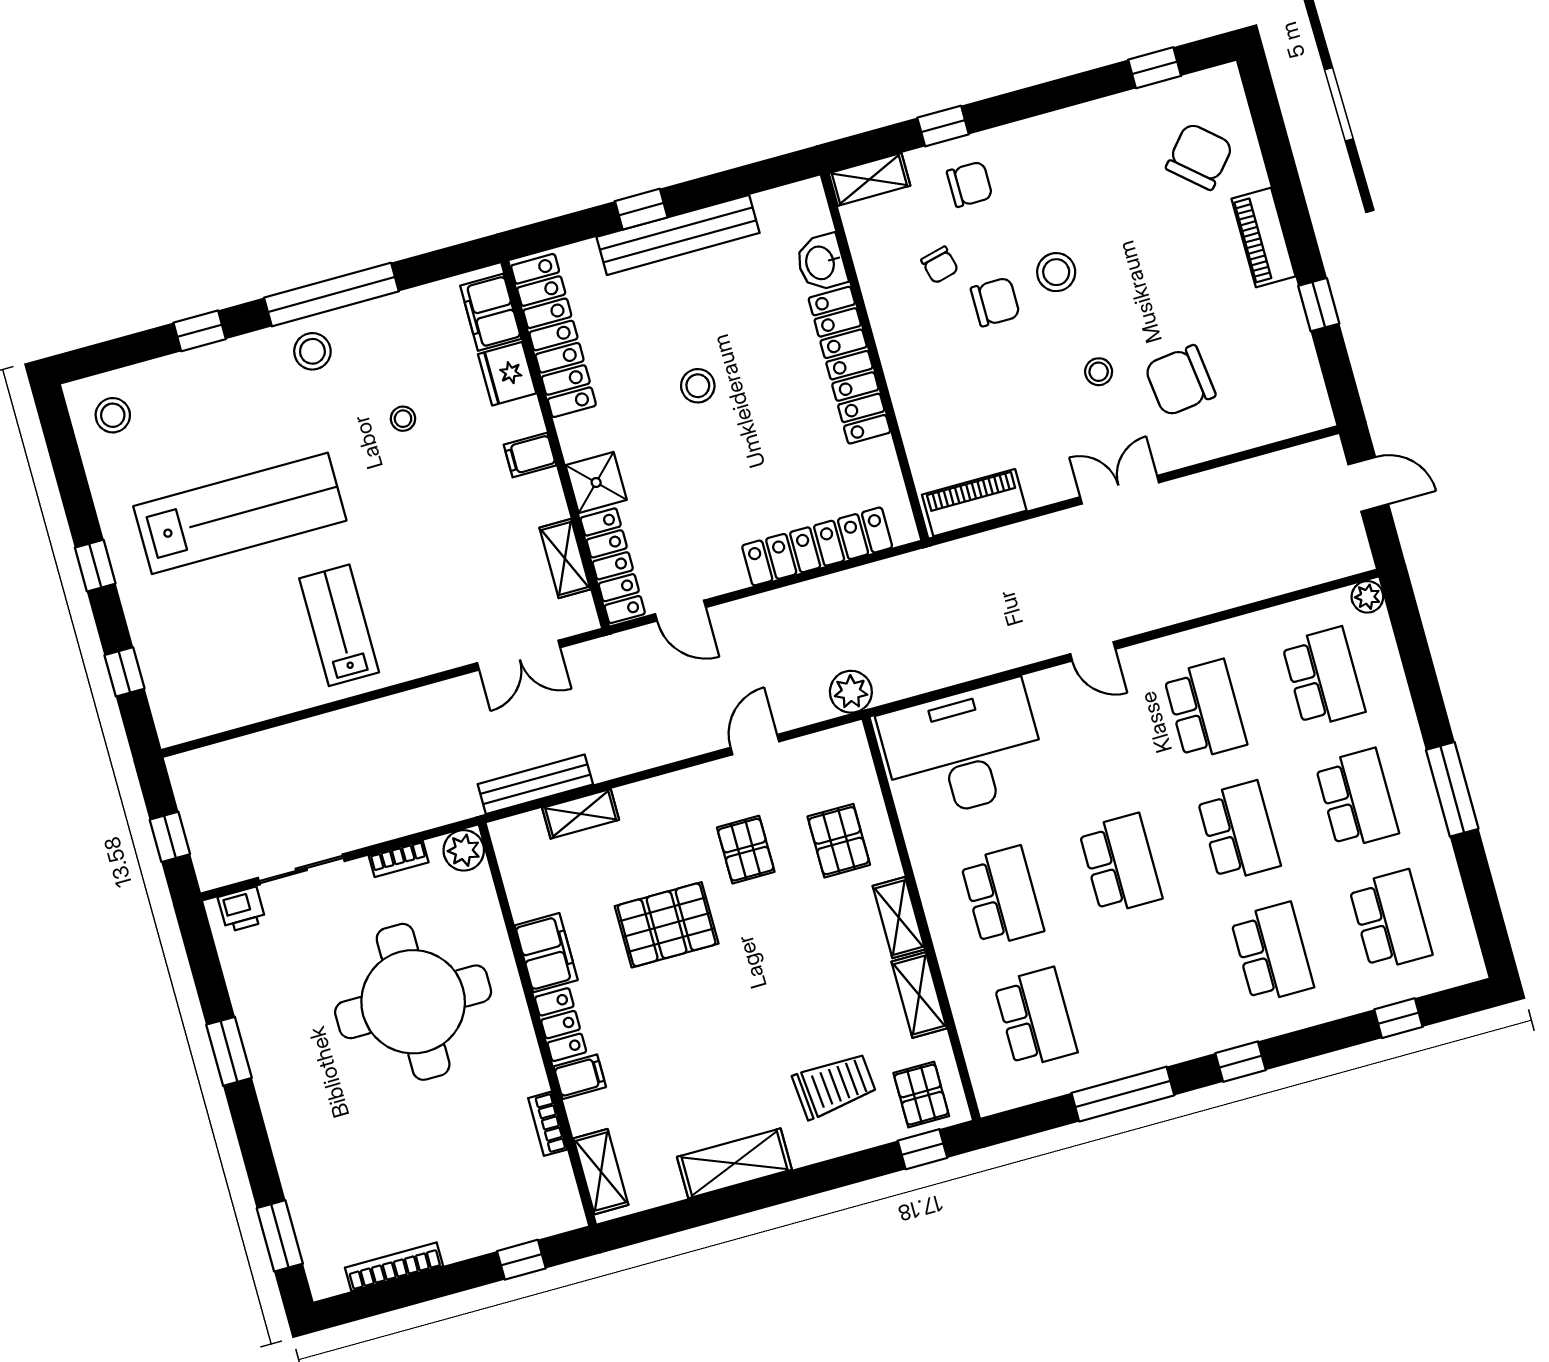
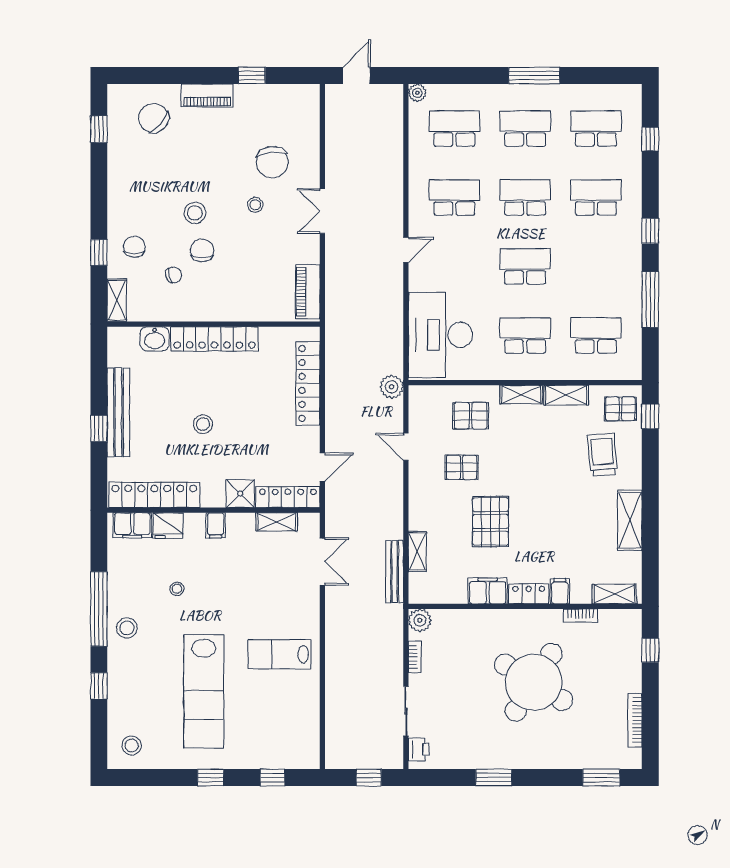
lab bench: (240, 513) -> (204, 691), turned 180
round table: (413, 1002) -> (534, 682), moved, turned 32

